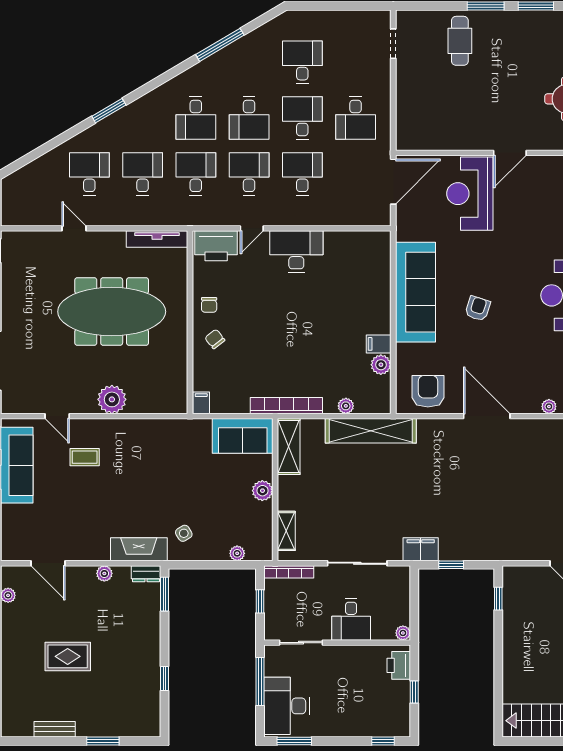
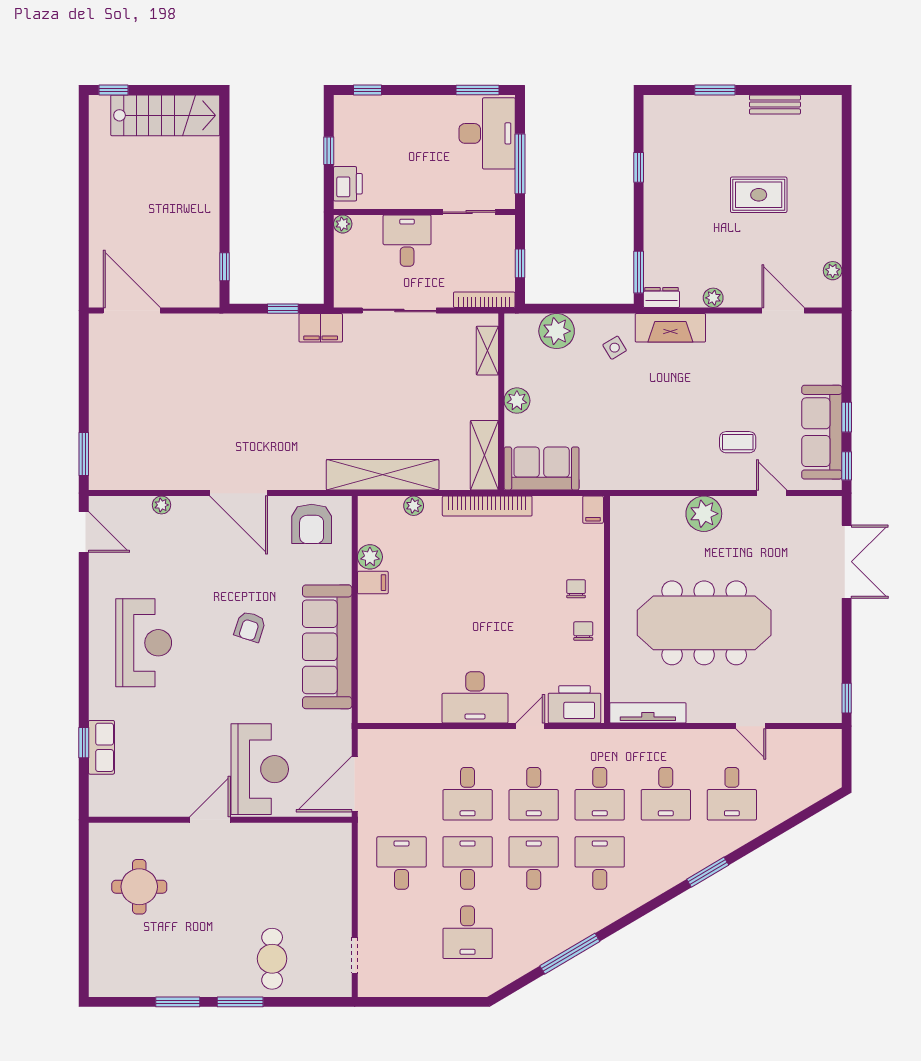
desk: (302, 118) -> (468, 863), turned 180
chair: (215, 339) -> (576, 589), turned -142
plant: (237, 553) -> (557, 331), width x1.87, depth x1.87

